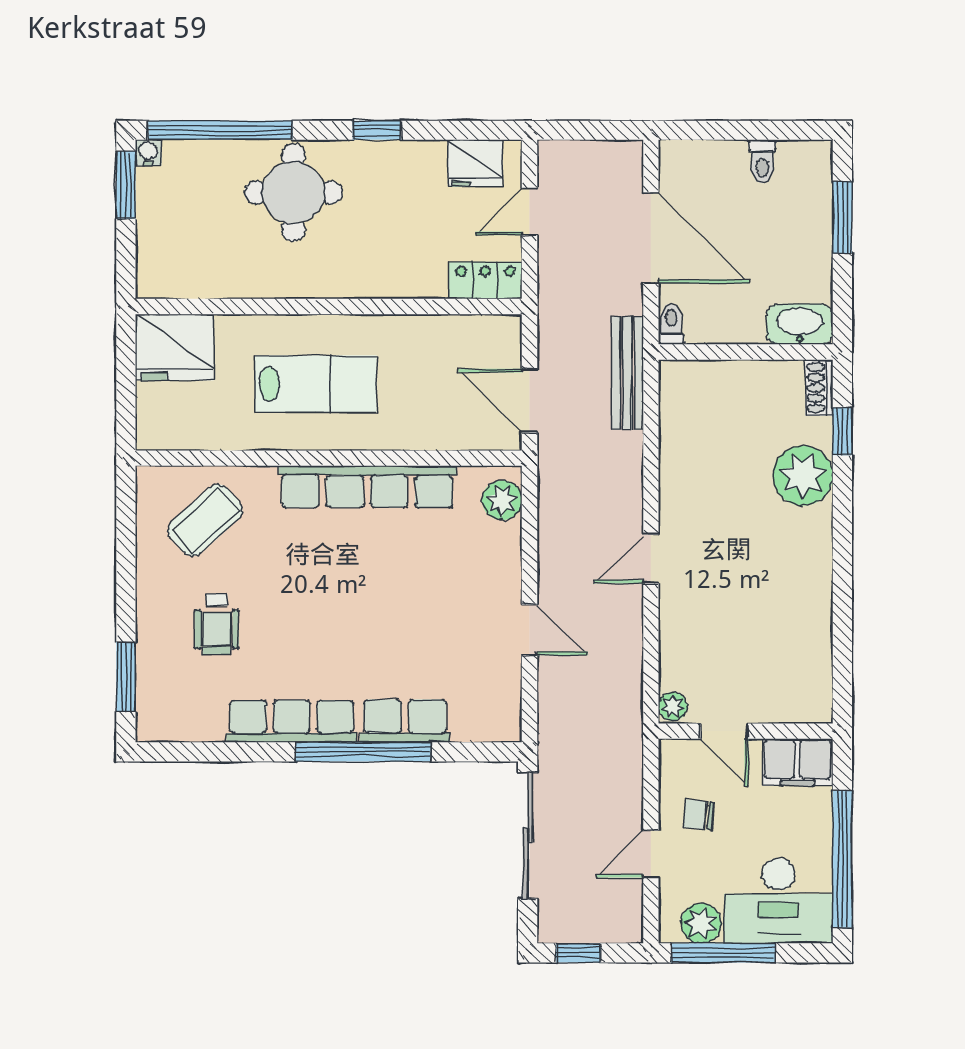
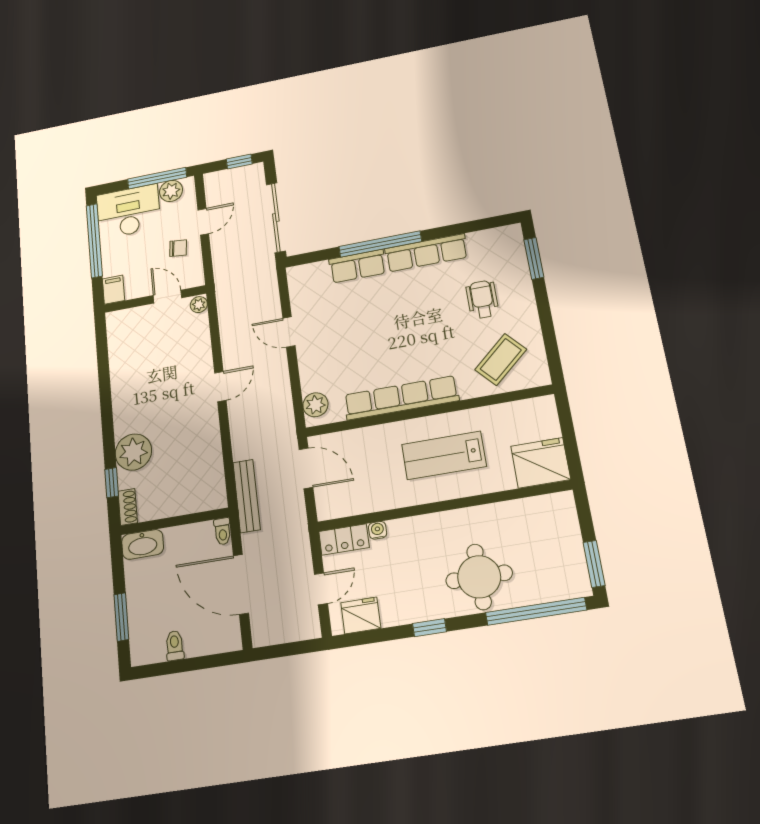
water cooler: (148, 153) -> (378, 530), moved, turned 180
filing cabinet: (797, 762) -> (114, 290), width x0.50

